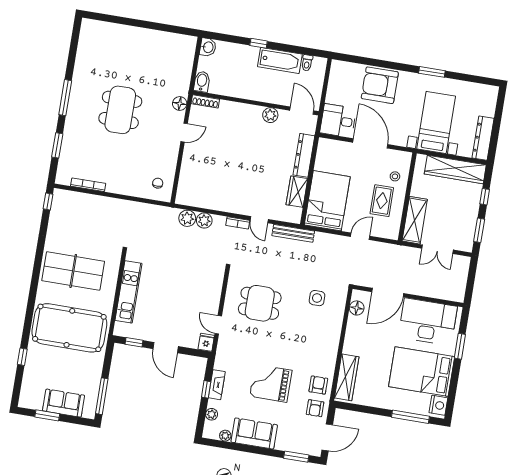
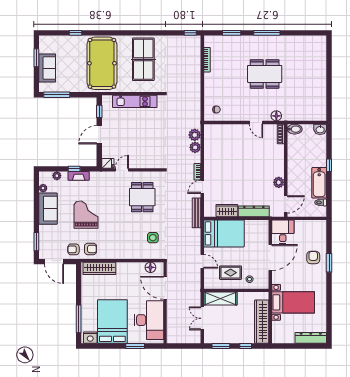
window: (432, 72) -> (329, 263), moved
armchair: (380, 85) -> (313, 257), width x0.53, depth x0.53
dresser: (483, 138) -> (311, 338), moved

